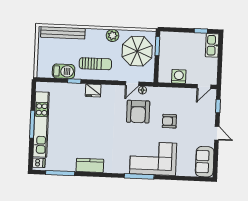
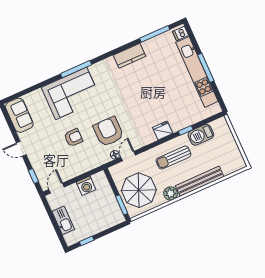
bench: (63, 33) -> (200, 181), moved
kitchen sink: (212, 45) -> (63, 220), moved

